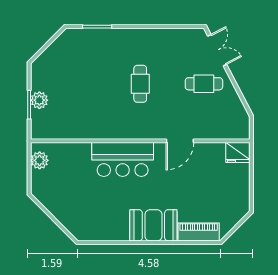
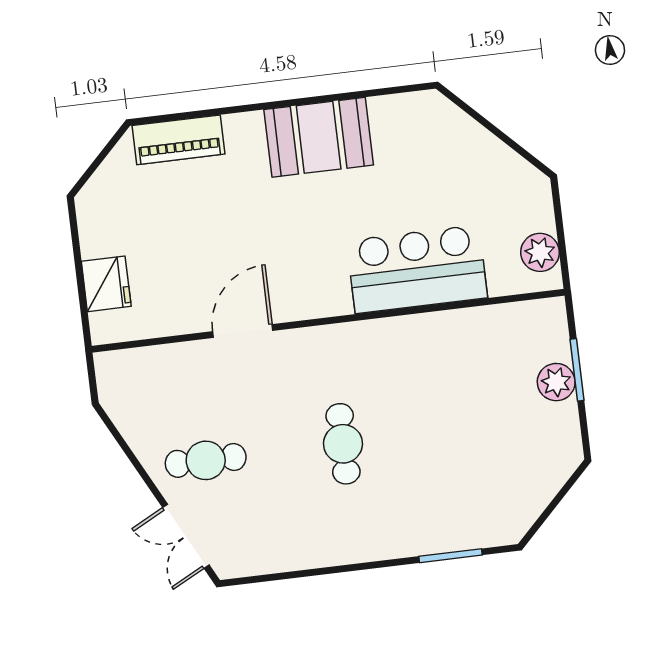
fridge: (238, 153) -> (106, 284), moved, turned 90
bar counter: (123, 160) -> (417, 269), moved
booth: (153, 225) -> (319, 137), moved

